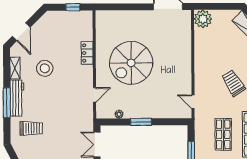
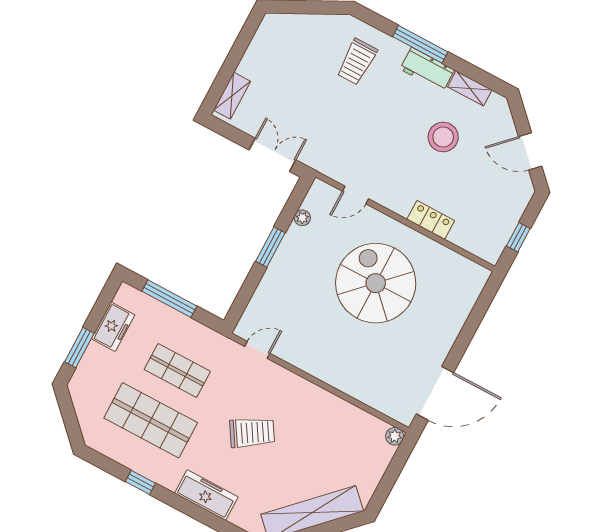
plant: (203, 19) -> (395, 436), width x0.53, depth x0.53
door: (21, 32) -> (530, 151), moved
door: (95, 95) -> (355, 195), hinge flipped
workbench: (17, 98) -> (427, 69), width x0.73

